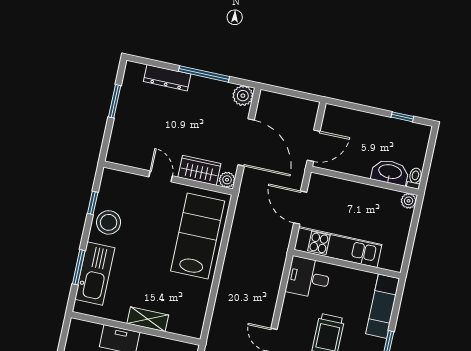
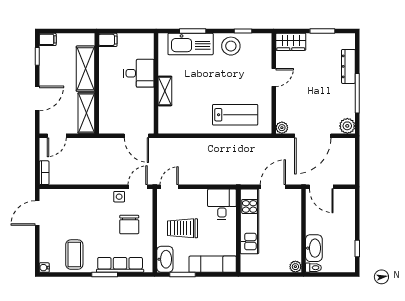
wardrobe: (199, 170) -> (291, 42), moved, turned 90
lab bench: (198, 236) -> (235, 115), width x0.73, depth x0.72

